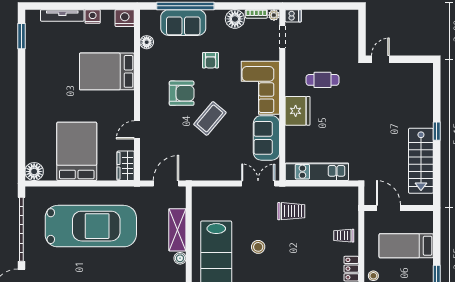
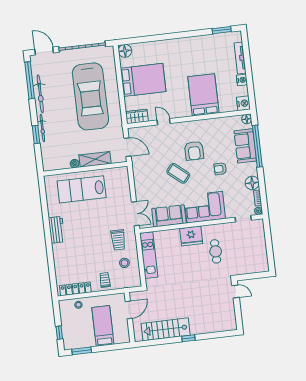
dishwasher: (293, 16) -> (259, 225), removed
floor lamp: (147, 42) -> (247, 119), moved
stool: (258, 247) -> (124, 263), moved

